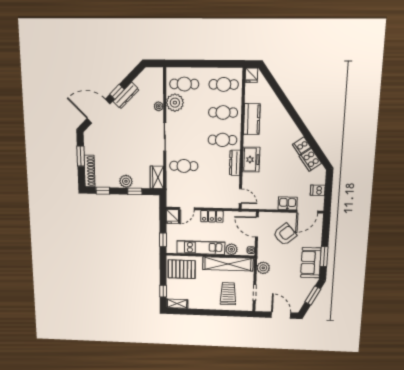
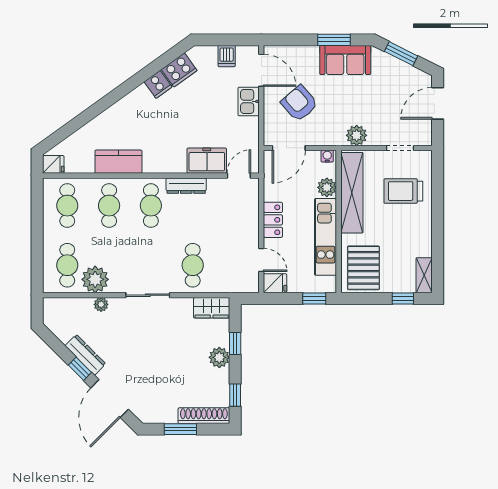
freezer: (251, 160) -> (207, 161), moved

